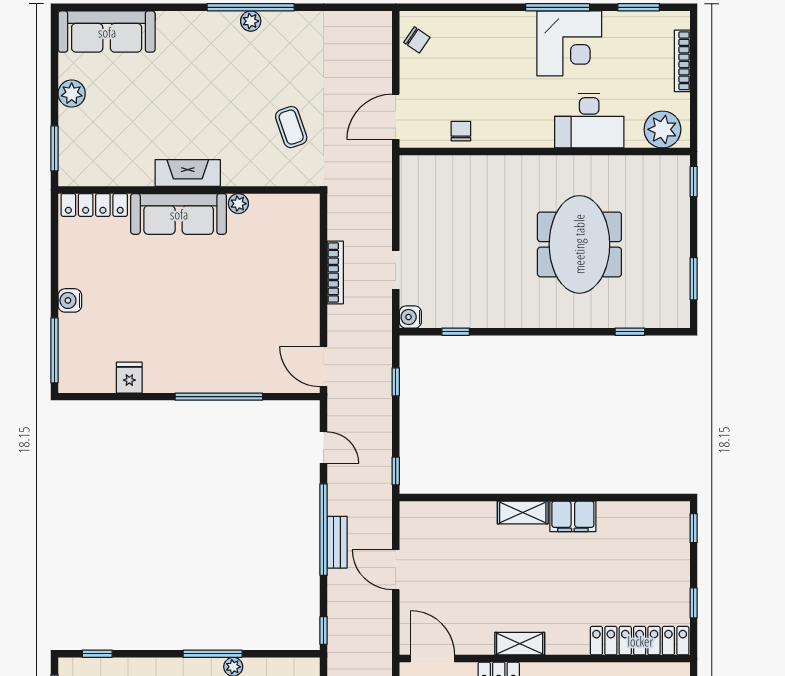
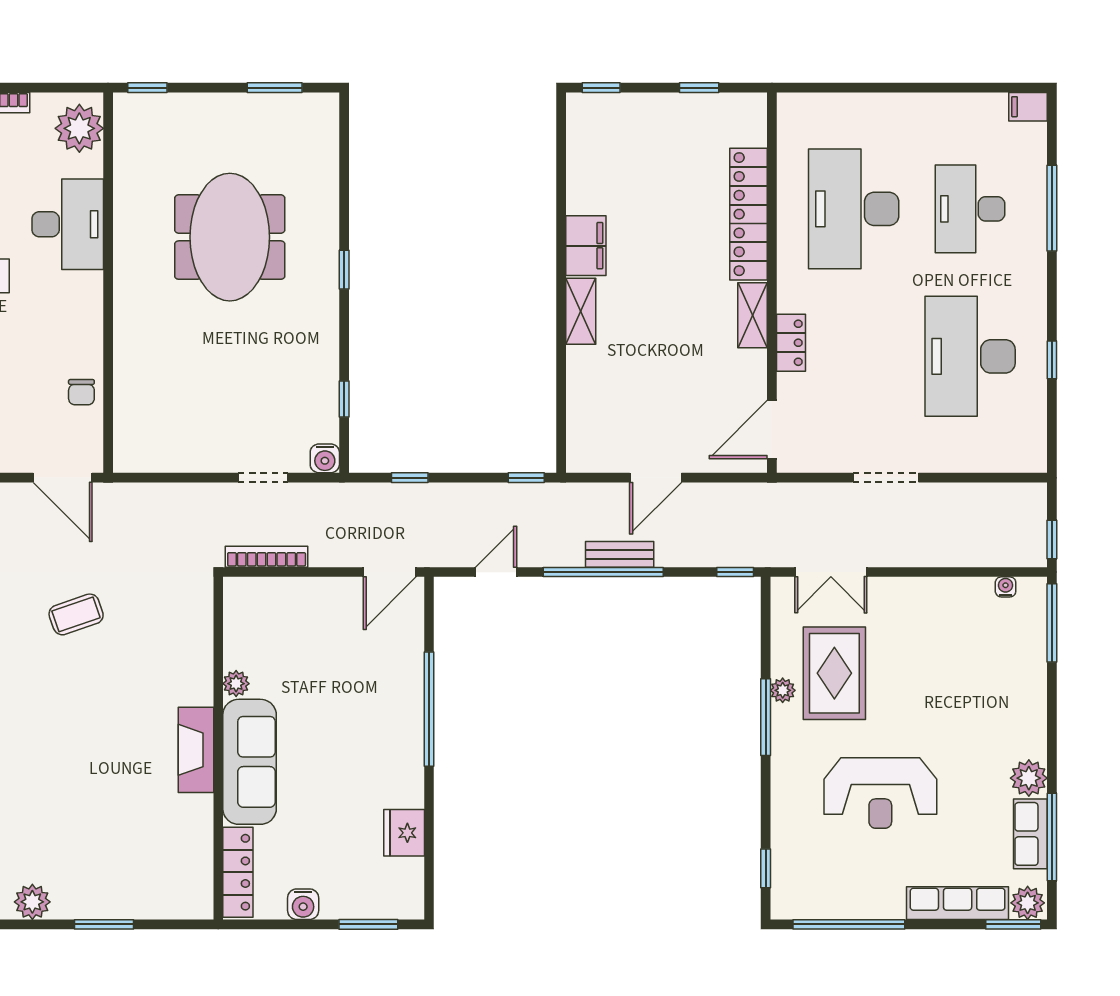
chair: (461, 131) -> (81, 392), turned -90
fireplace: (188, 173) -> (196, 750), moved
wall: (189, 190) -> (218, 748), moved
plant: (238, 204) -> (236, 684), moved
locker: (94, 205) -> (238, 872), moved
sofa: (179, 214) -> (250, 762), moved
meeting table: (579, 244) -> (230, 237), turned 90
window: (630, 332) -> (344, 270), moved
window: (54, 350) -> (368, 924), width x0.69
fridge: (129, 378) -> (404, 833), width x1.38
locker: (640, 641) -> (749, 214), moved

